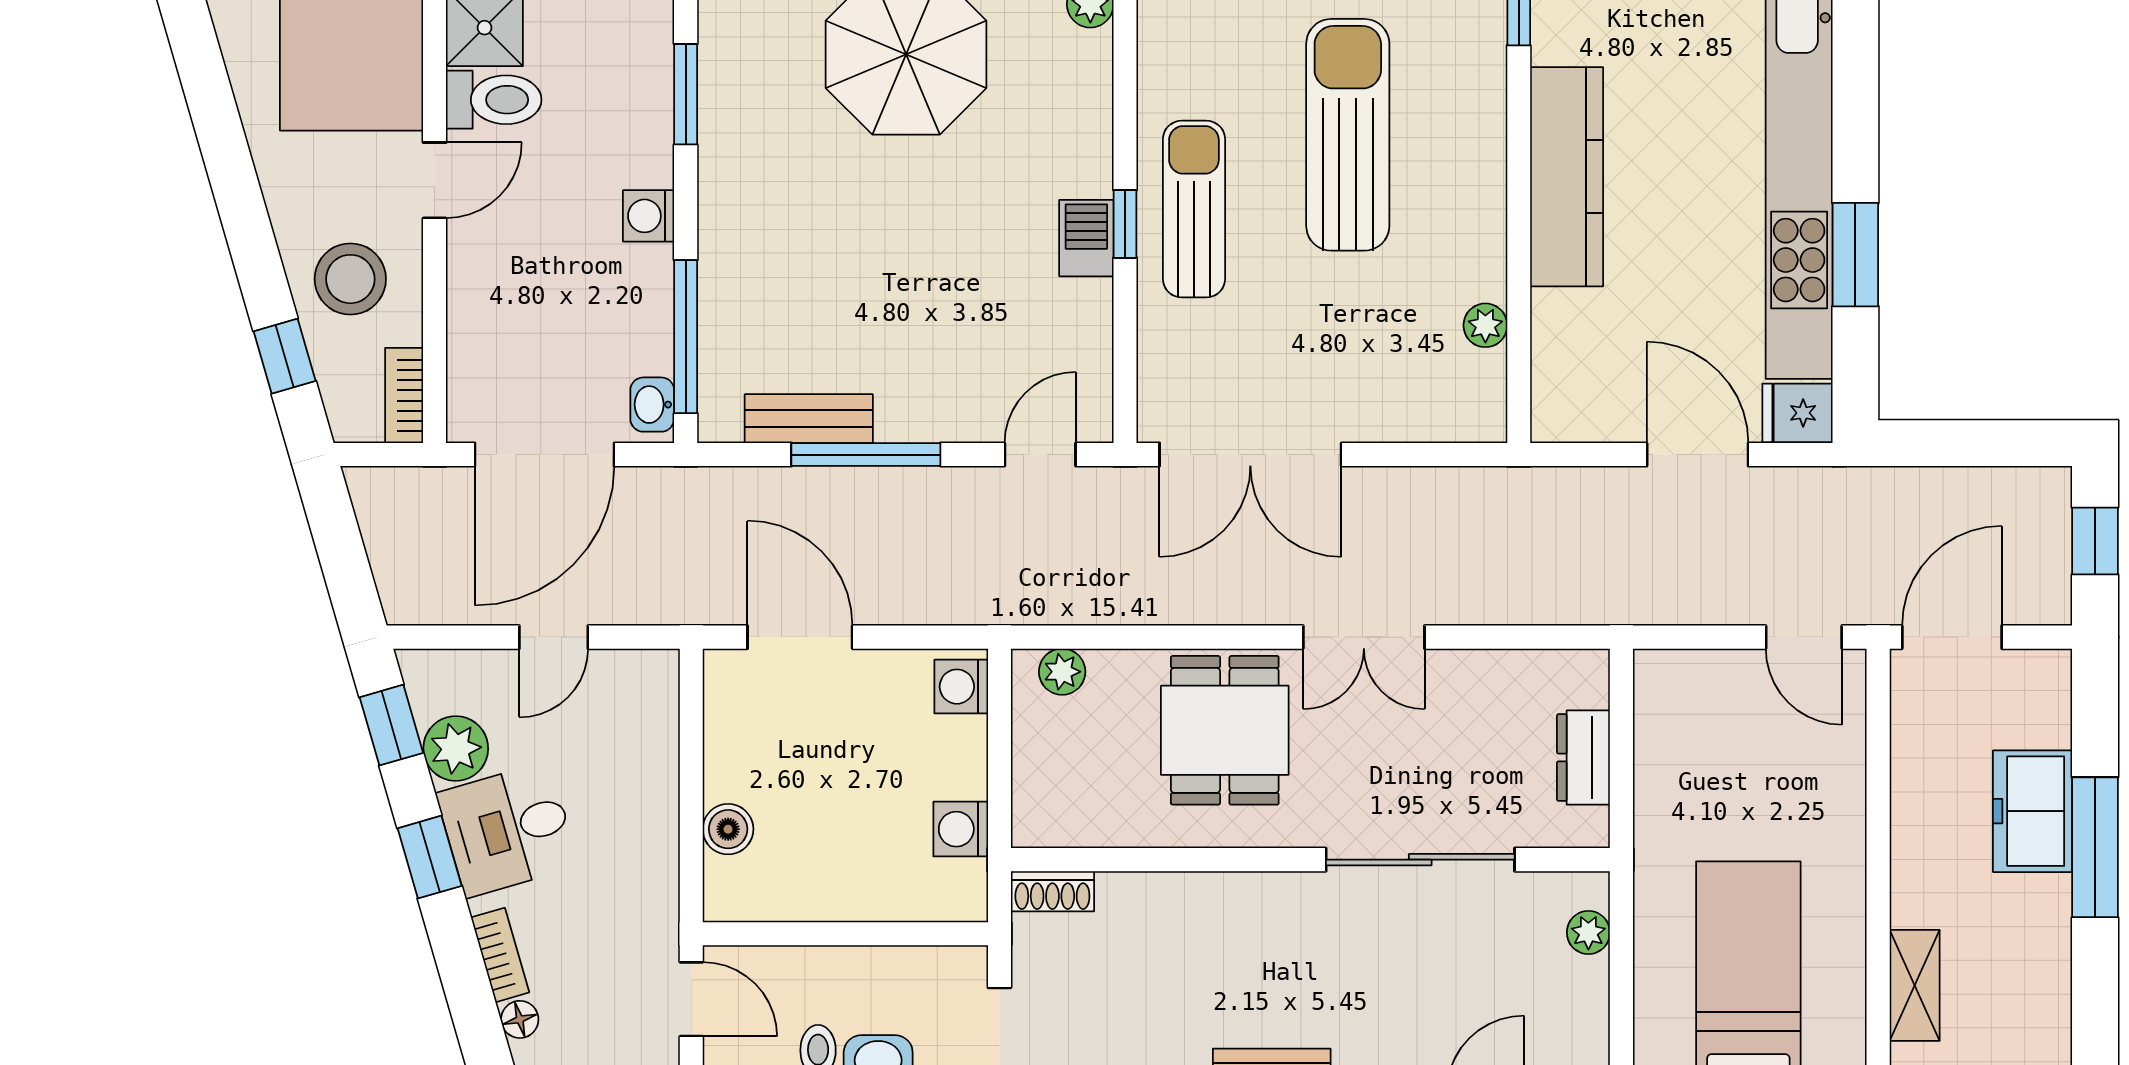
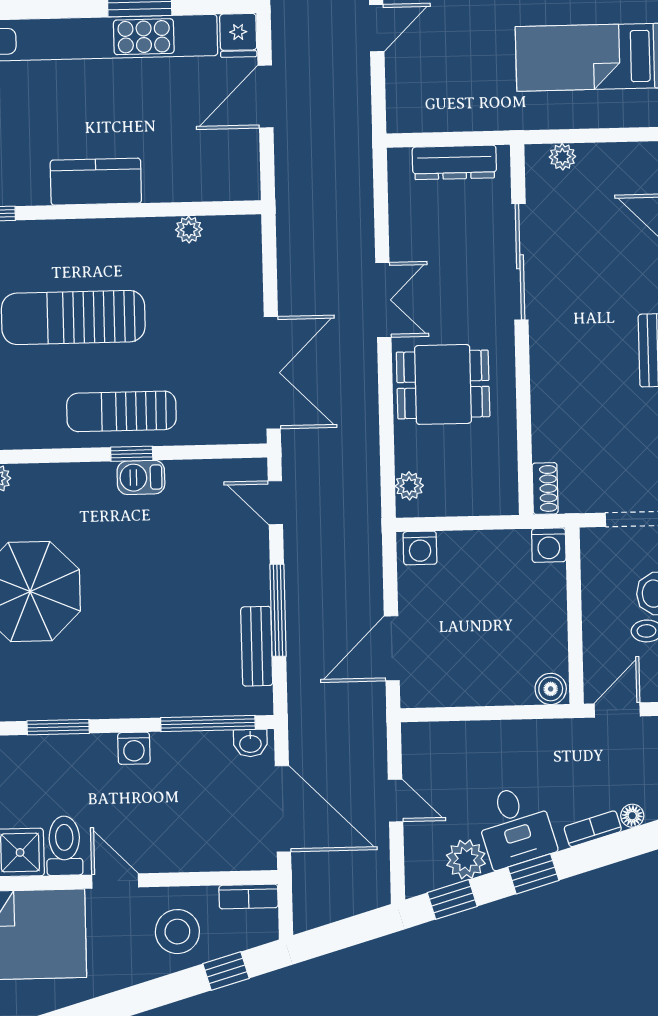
kitchen counter: (1567, 177) -> (96, 182), width x0.67
dresser: (1583, 758) -> (454, 162), width x1.44
boiler: (728, 829) -> (551, 689), moved
washing machine: (961, 829) -> (549, 545), moved

